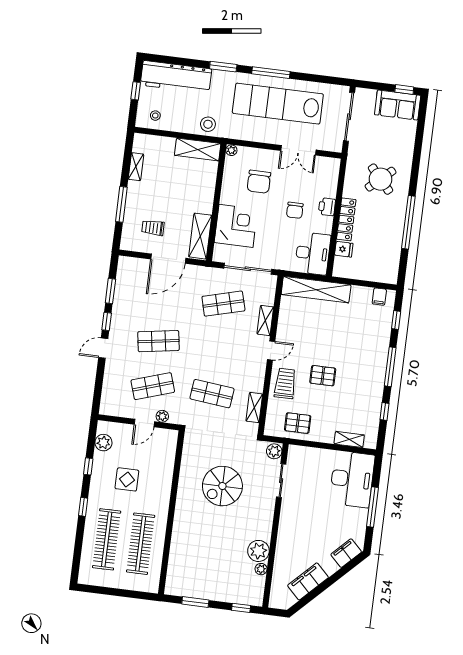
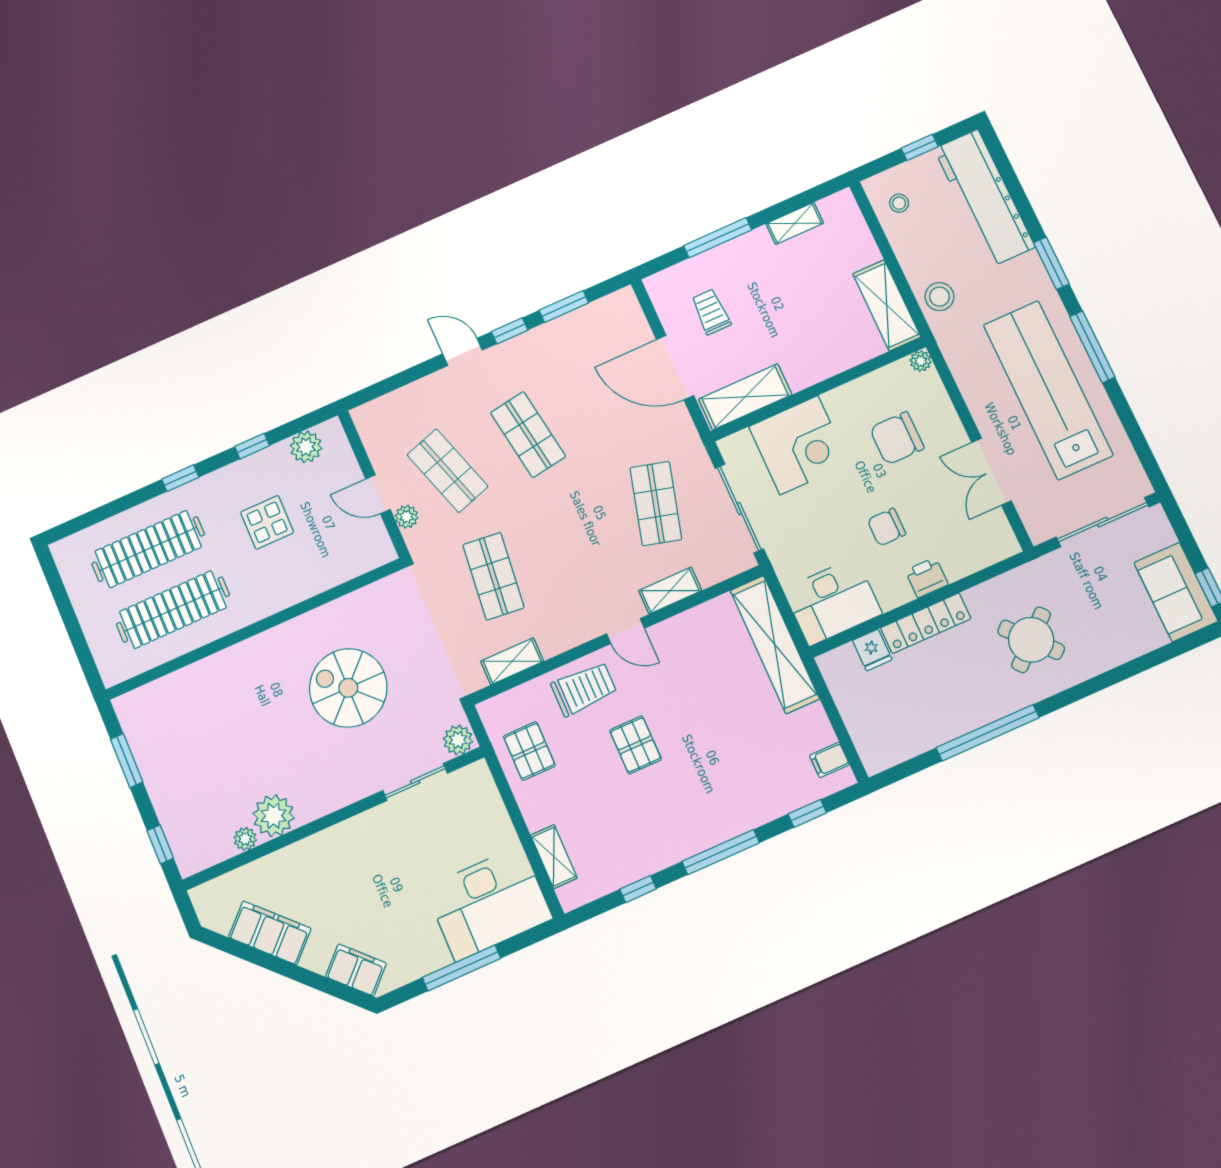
shop shelf: (223, 304) -> (656, 504), turned 30

